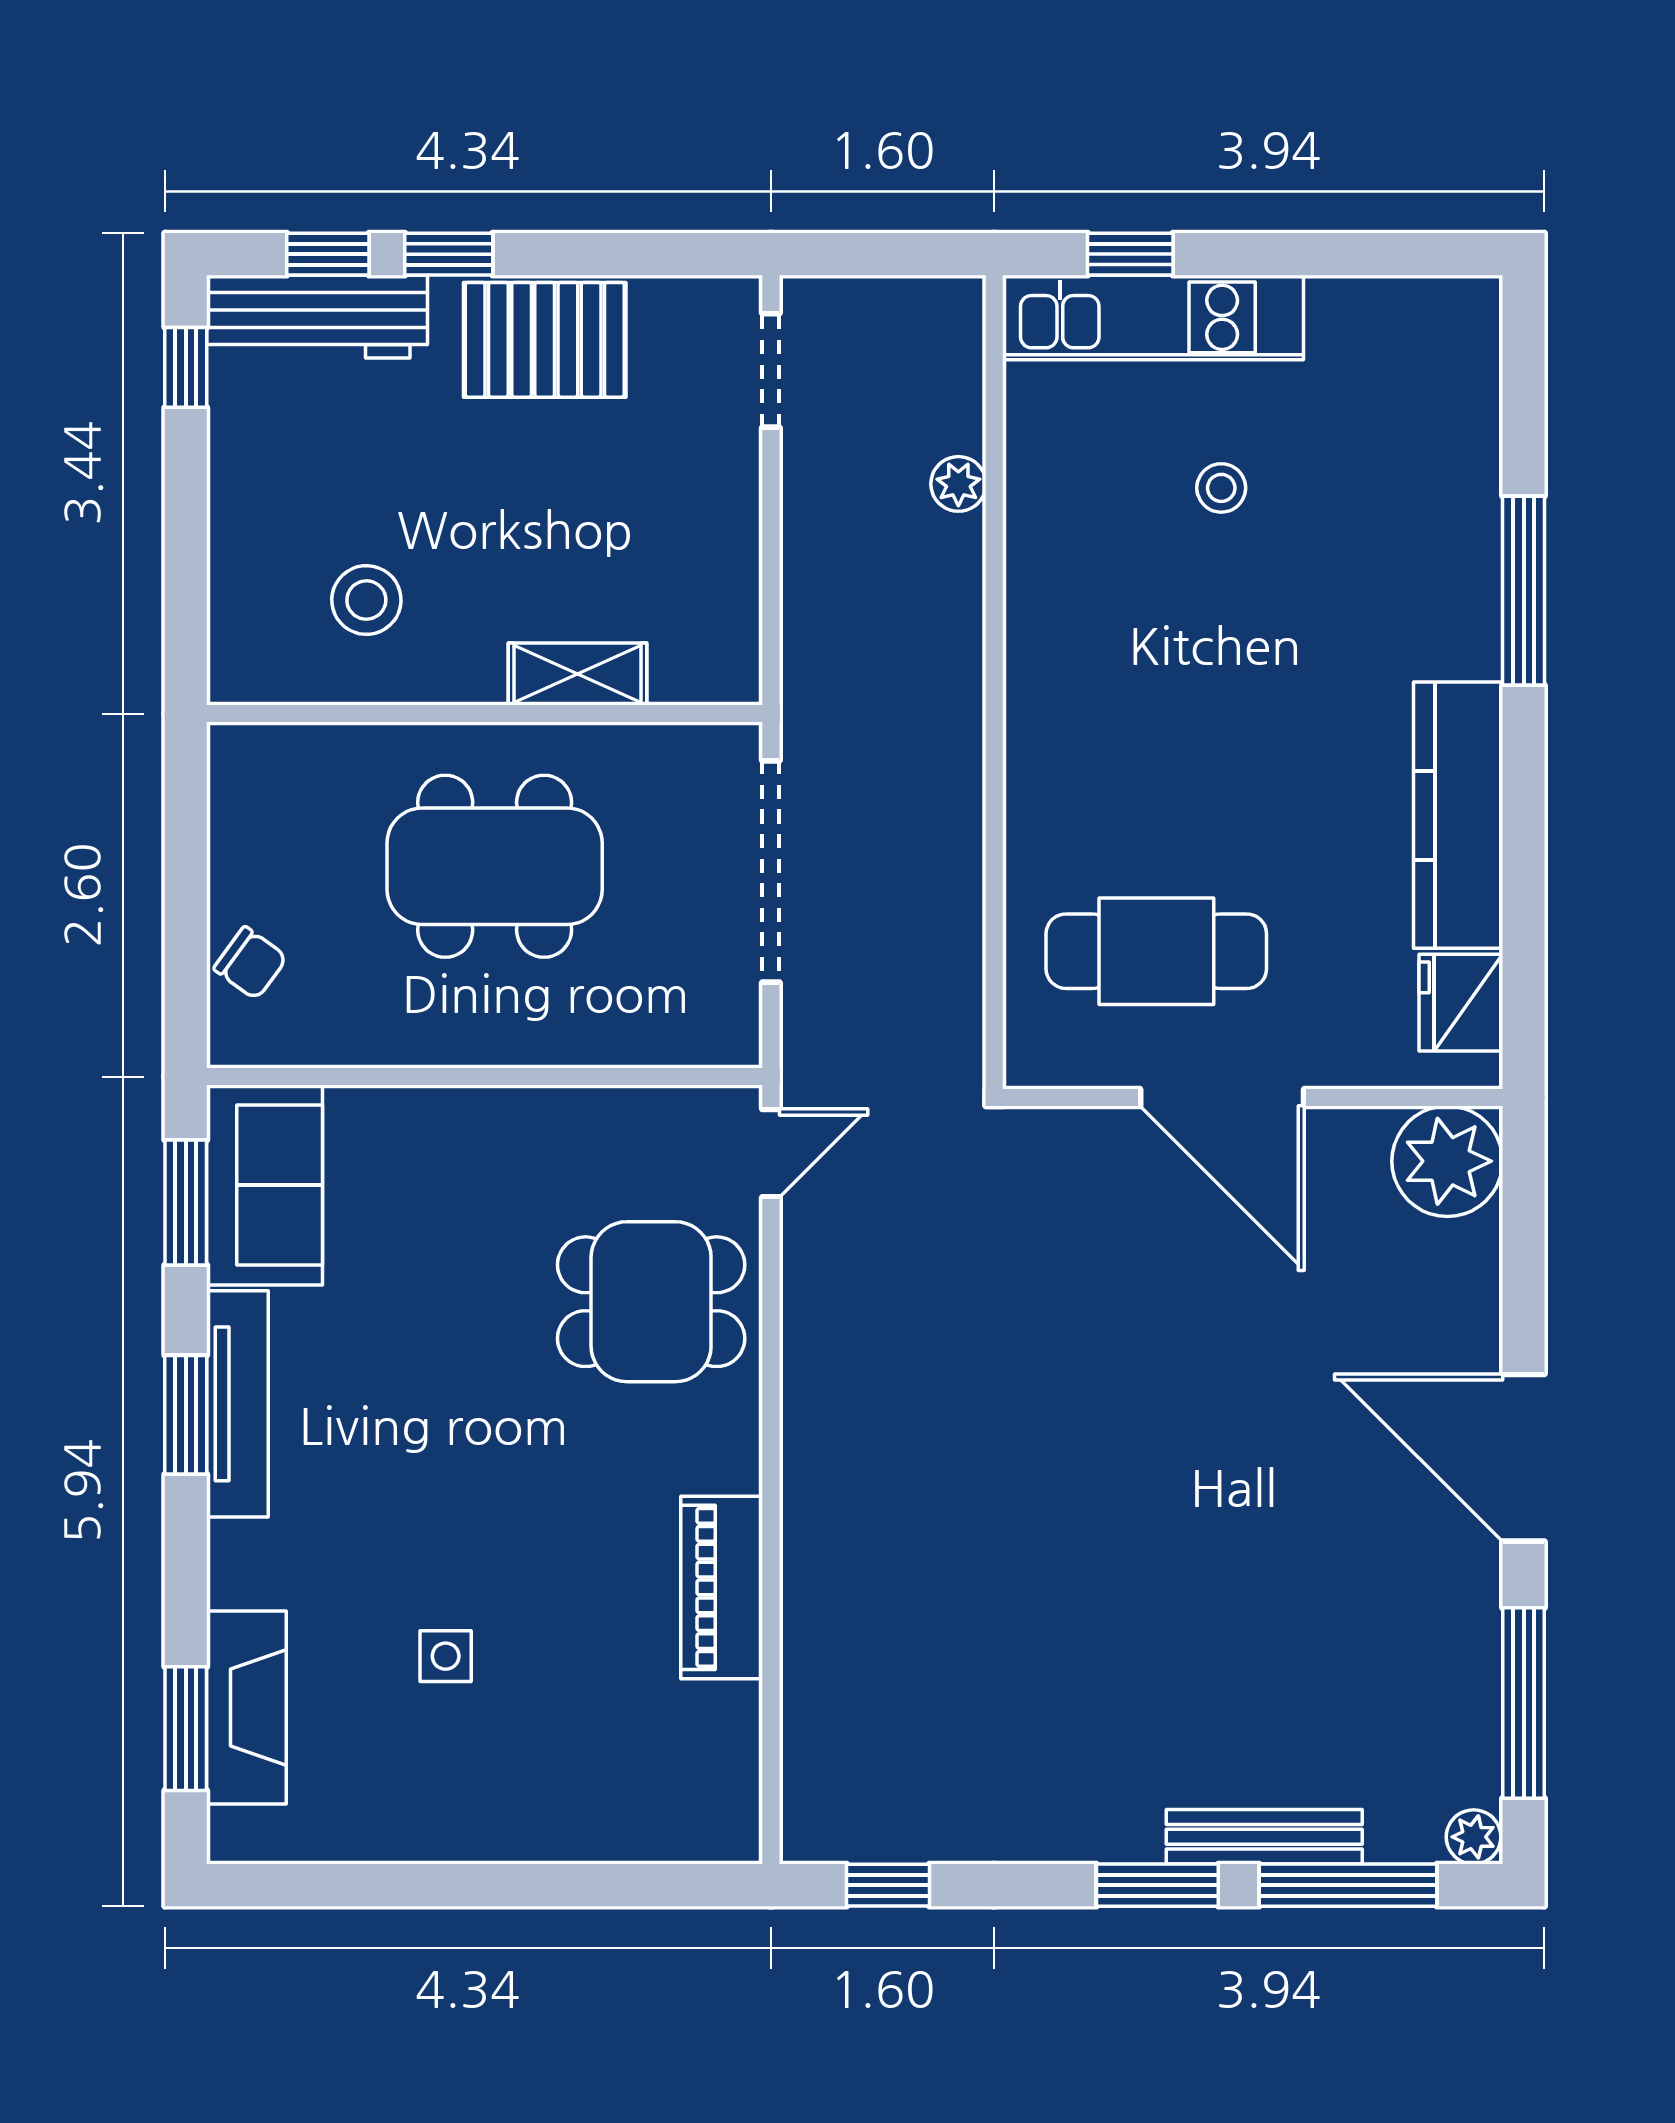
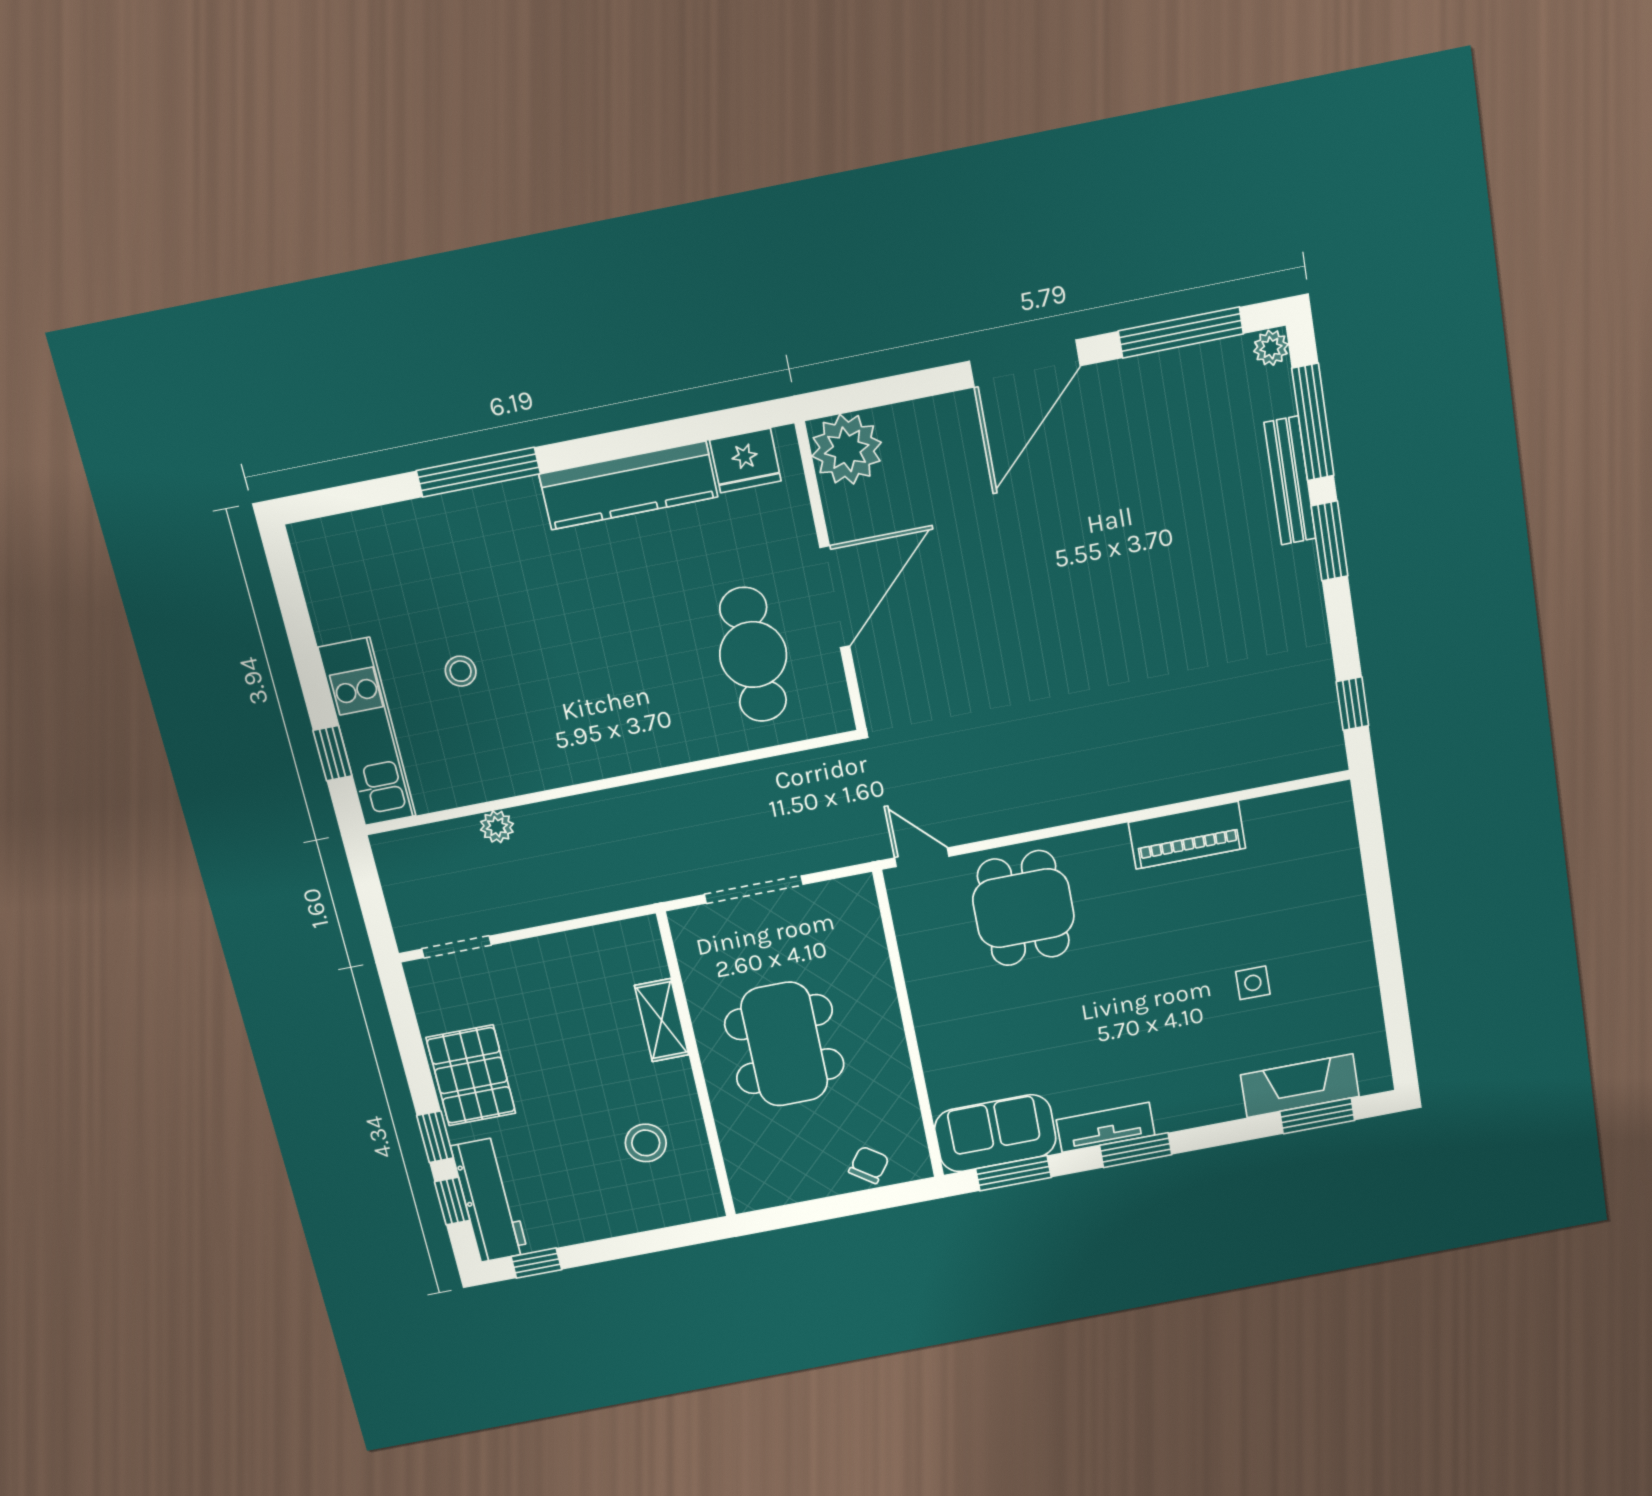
doorway: (771, 871) -> (754, 890), width x0.73
tv unit: (237, 1404) -> (1106, 1127), width x0.71

